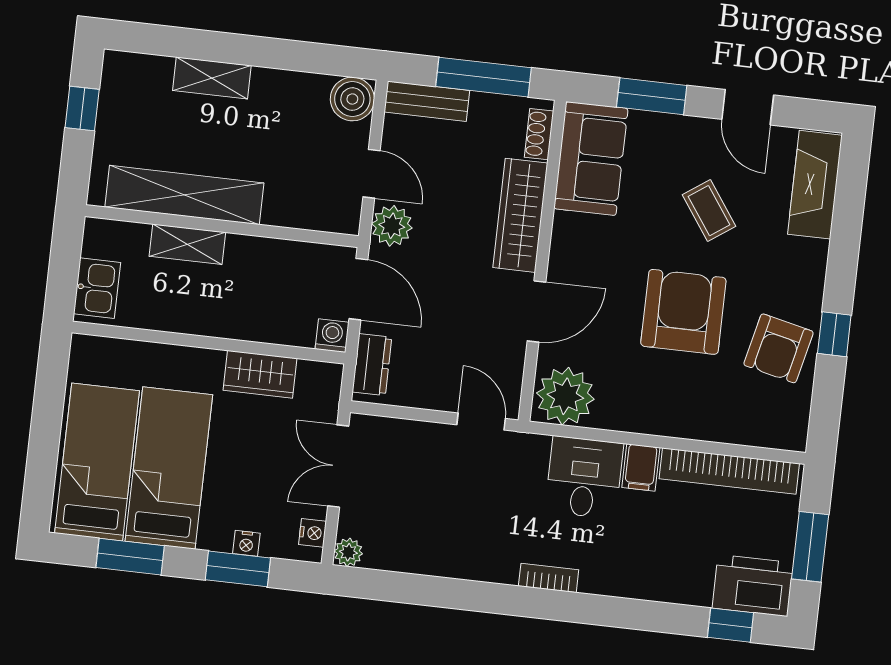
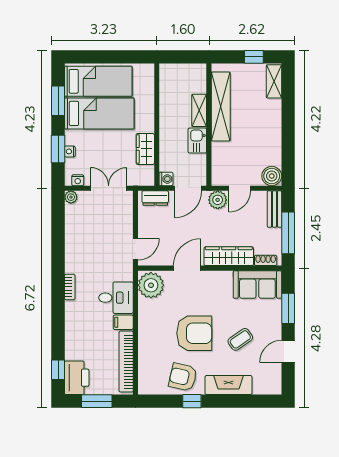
shelving: (212, 78) -> (274, 81), moved
fireplace: (815, 185) -> (228, 385), moved
kitchen sink: (97, 288) -> (197, 141), moved, turned 90
door: (536, 311) -> (187, 268), swing flipped

